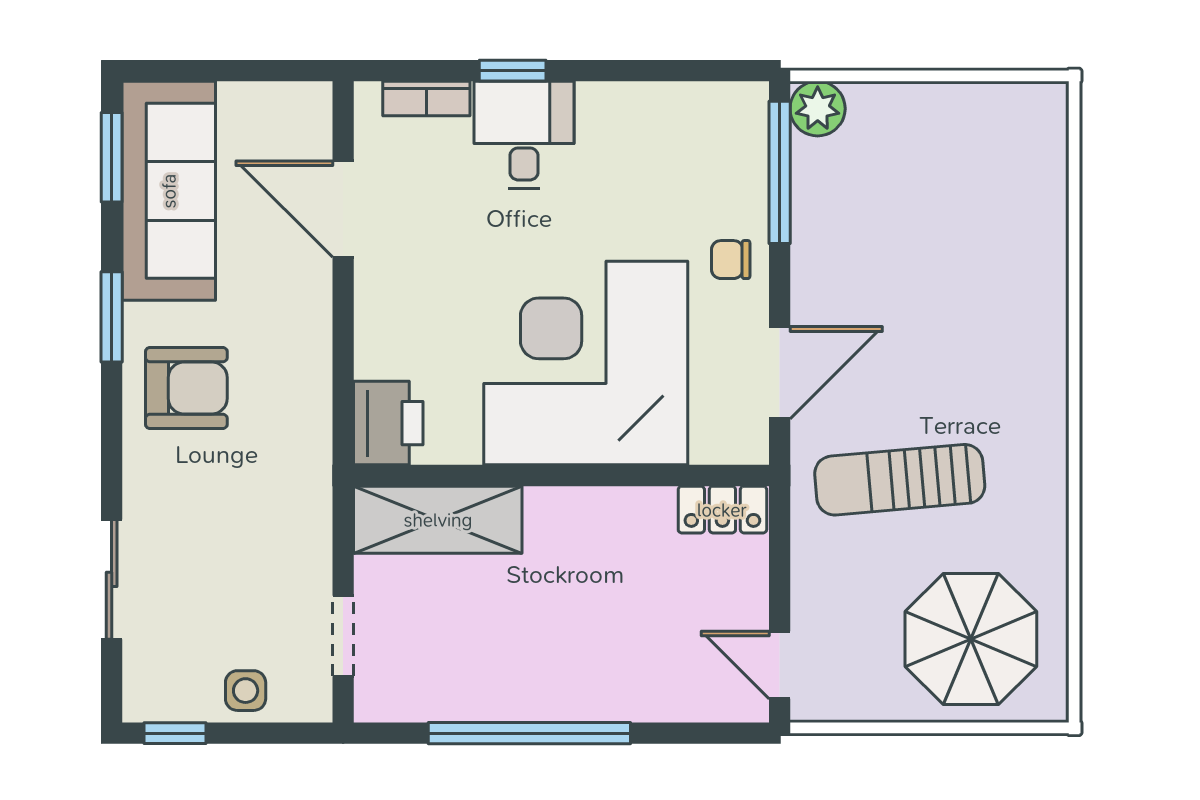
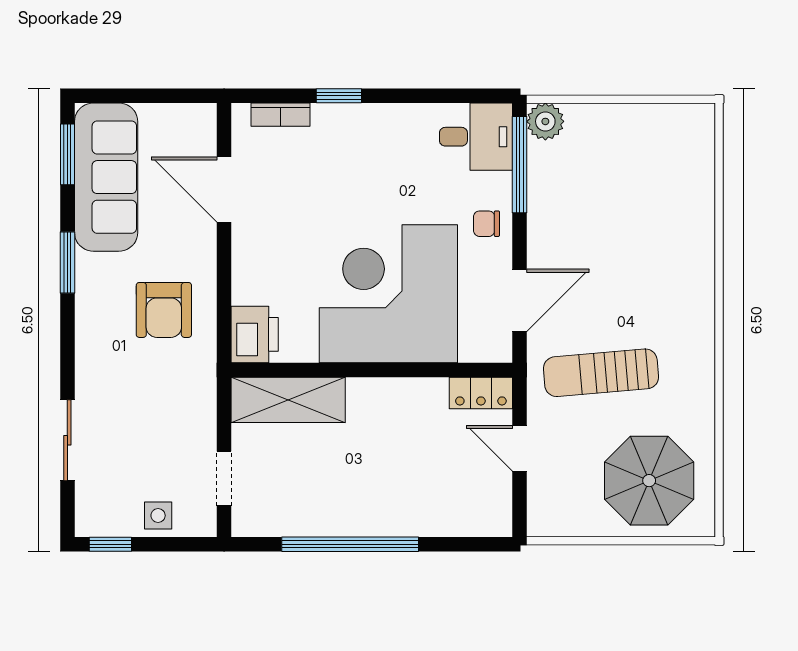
desk: (524, 135) -> (476, 137), moved, turned 90
armchair: (186, 388) -> (164, 310), moved, turned 90
door: (780, 665) -> (520, 448), moved

